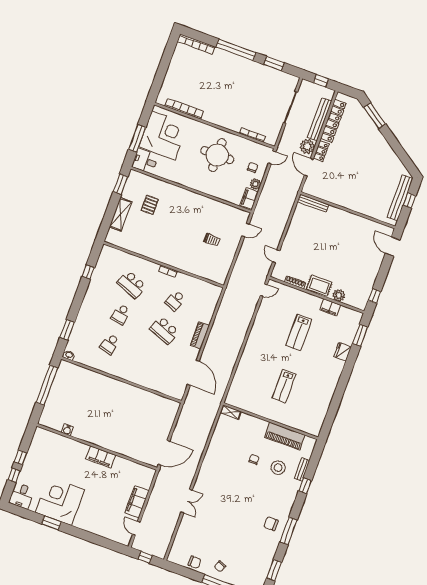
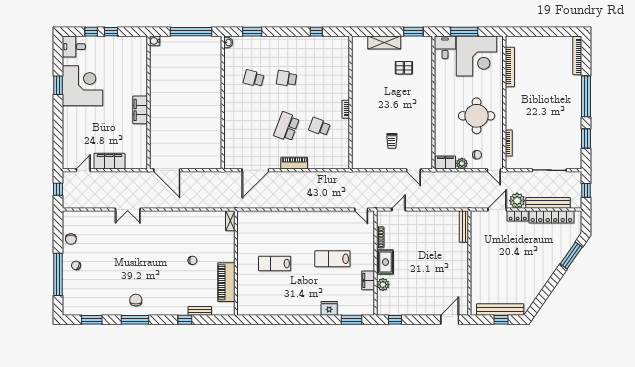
school desk: (132, 284) -> (320, 78), removed
water cooler: (67, 430) -> (155, 41), moved
stool: (278, 468) -> (193, 287), removed

